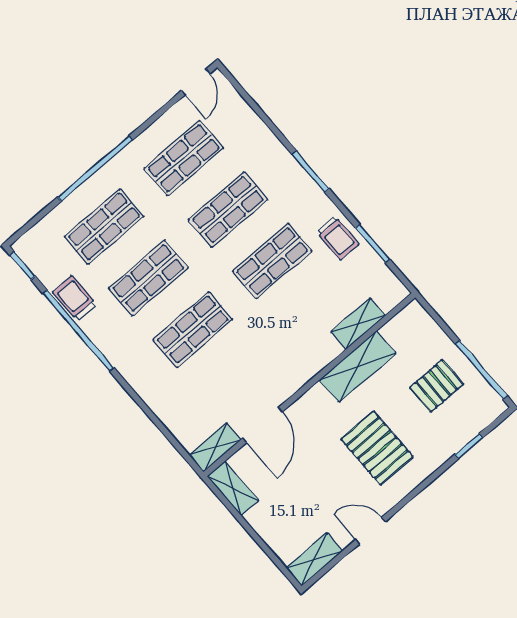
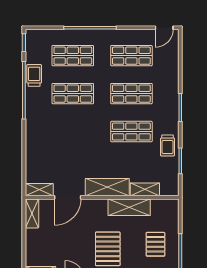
shop shelf: (193, 330) -> (73, 132), removed
shelving: (304, 365) -> (107, 187), added
pallet: (436, 386) -> (155, 244), turned 90

